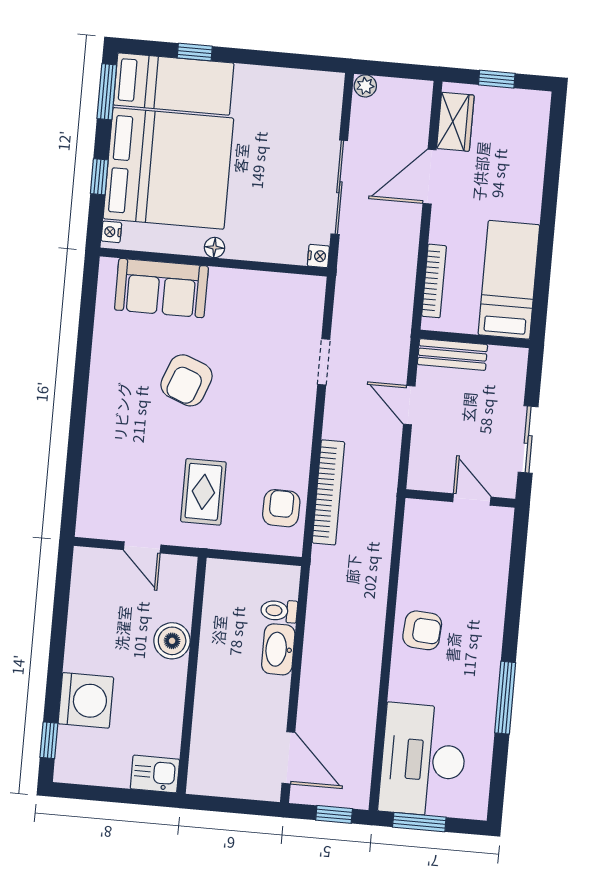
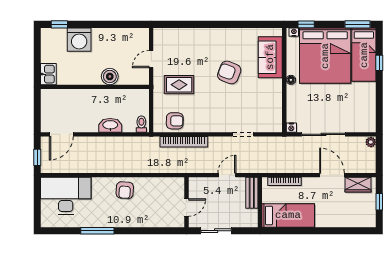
window: (99, 177) -> (306, 24), moved
toilet: (279, 611) -> (141, 124), moved
window: (419, 822) -> (37, 197), removed

